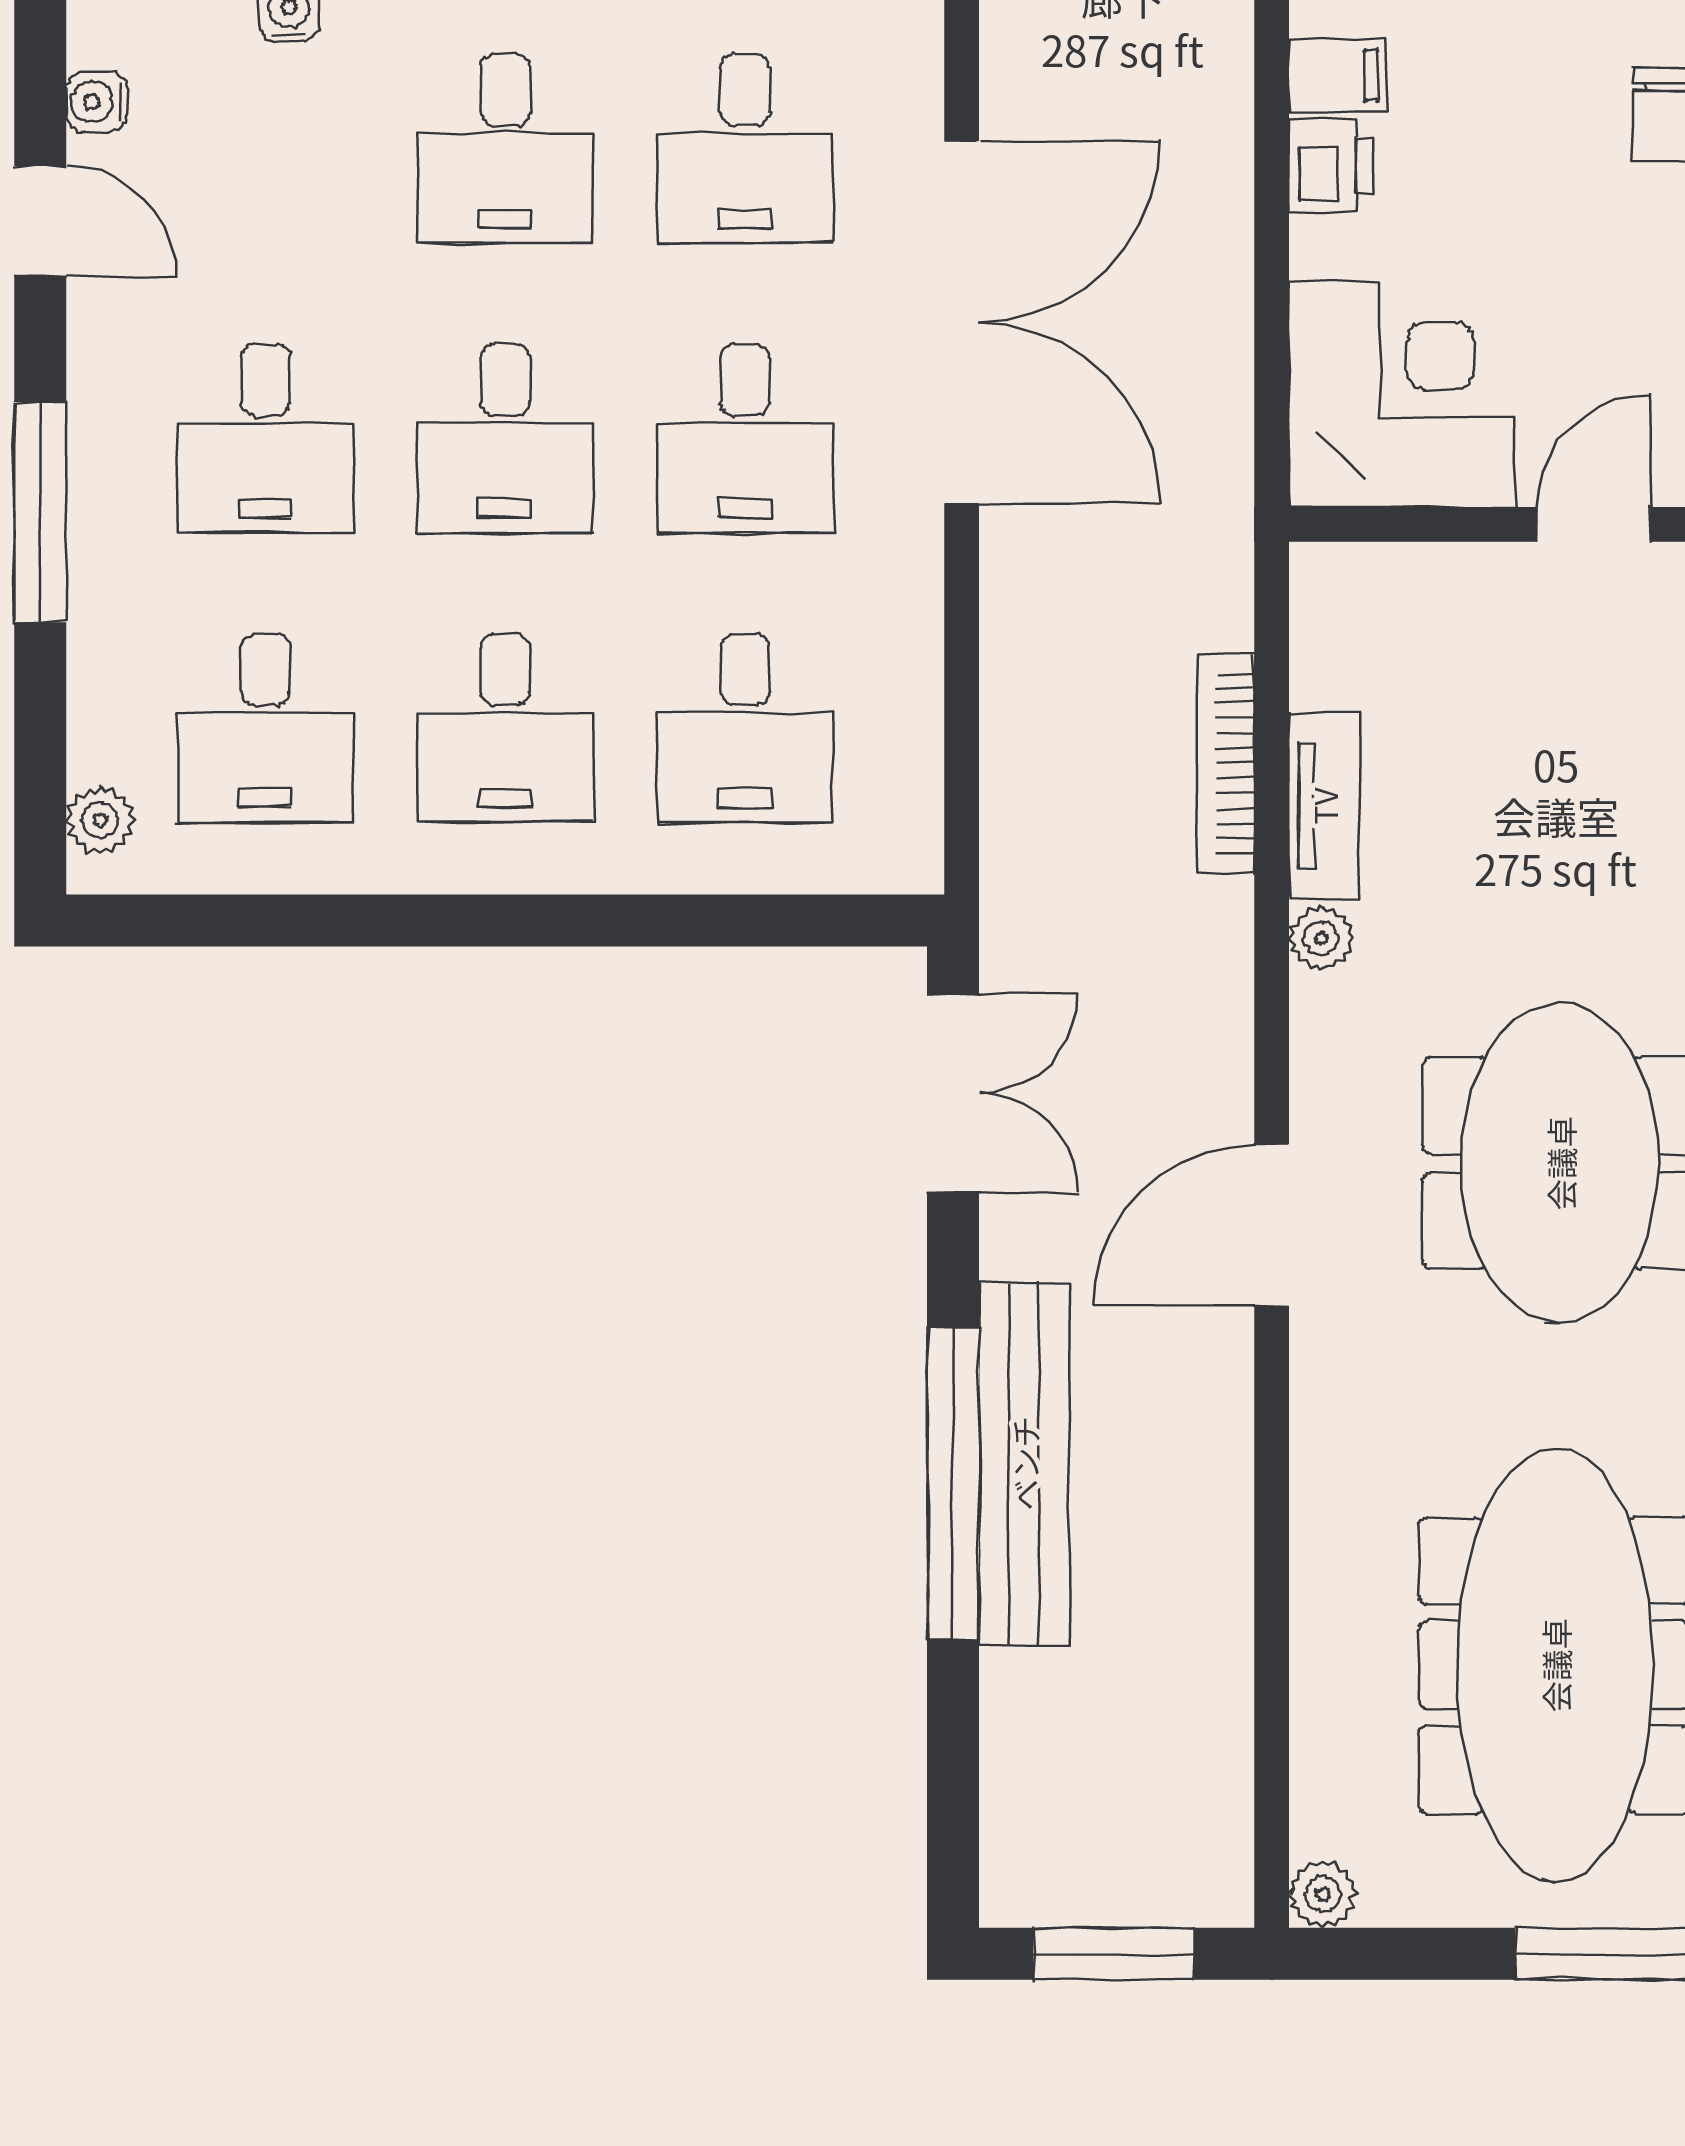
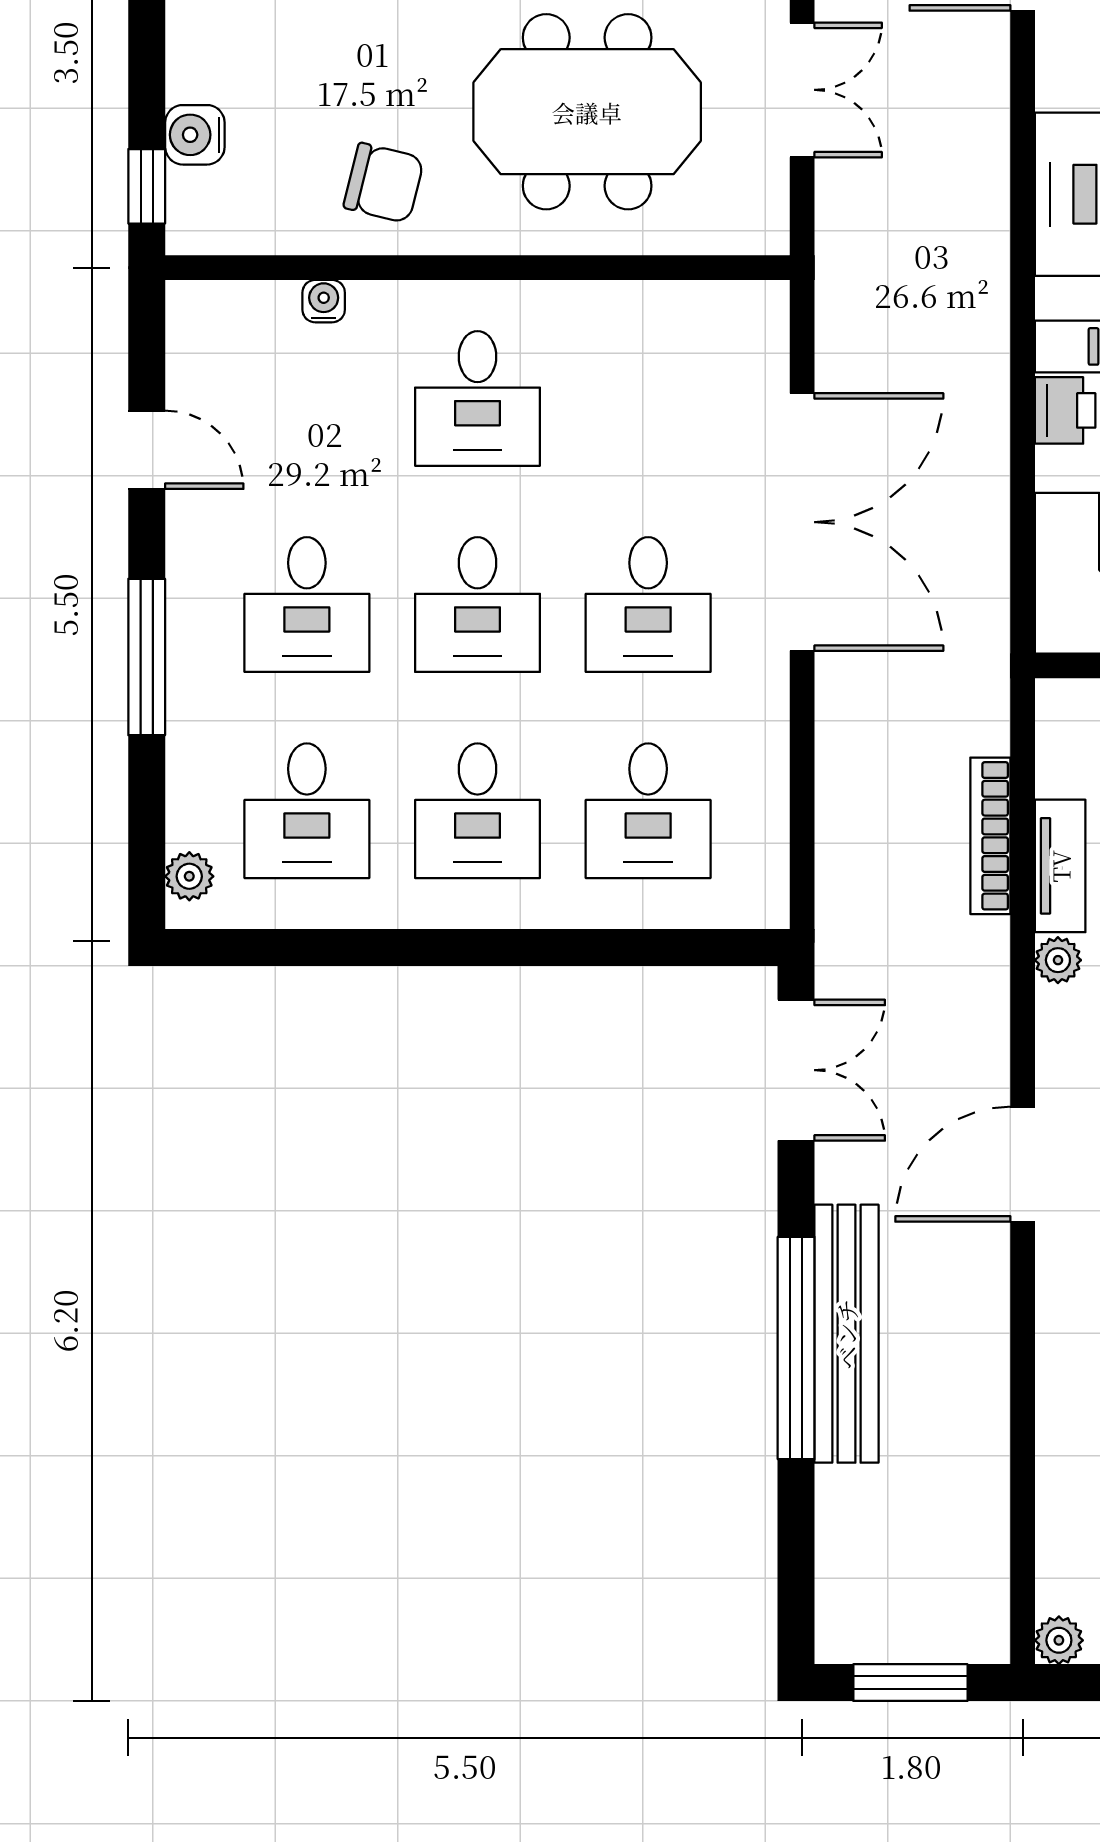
water cooler: (96, 102) -> (187, 365), removed
desk: (745, 149) -> (648, 398), removed

